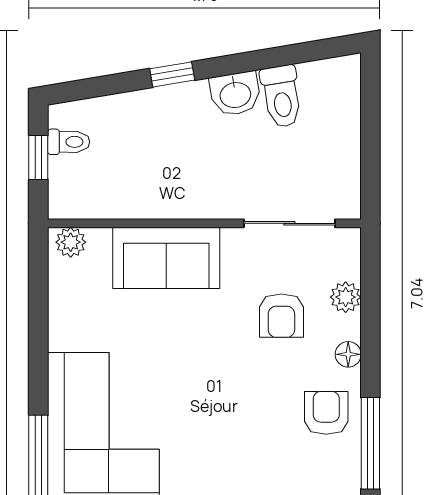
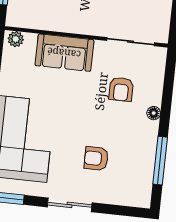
plant: (346, 297) -> (156, 83), removed
armchair: (326, 413) -> (96, 158), moved, turned -90

